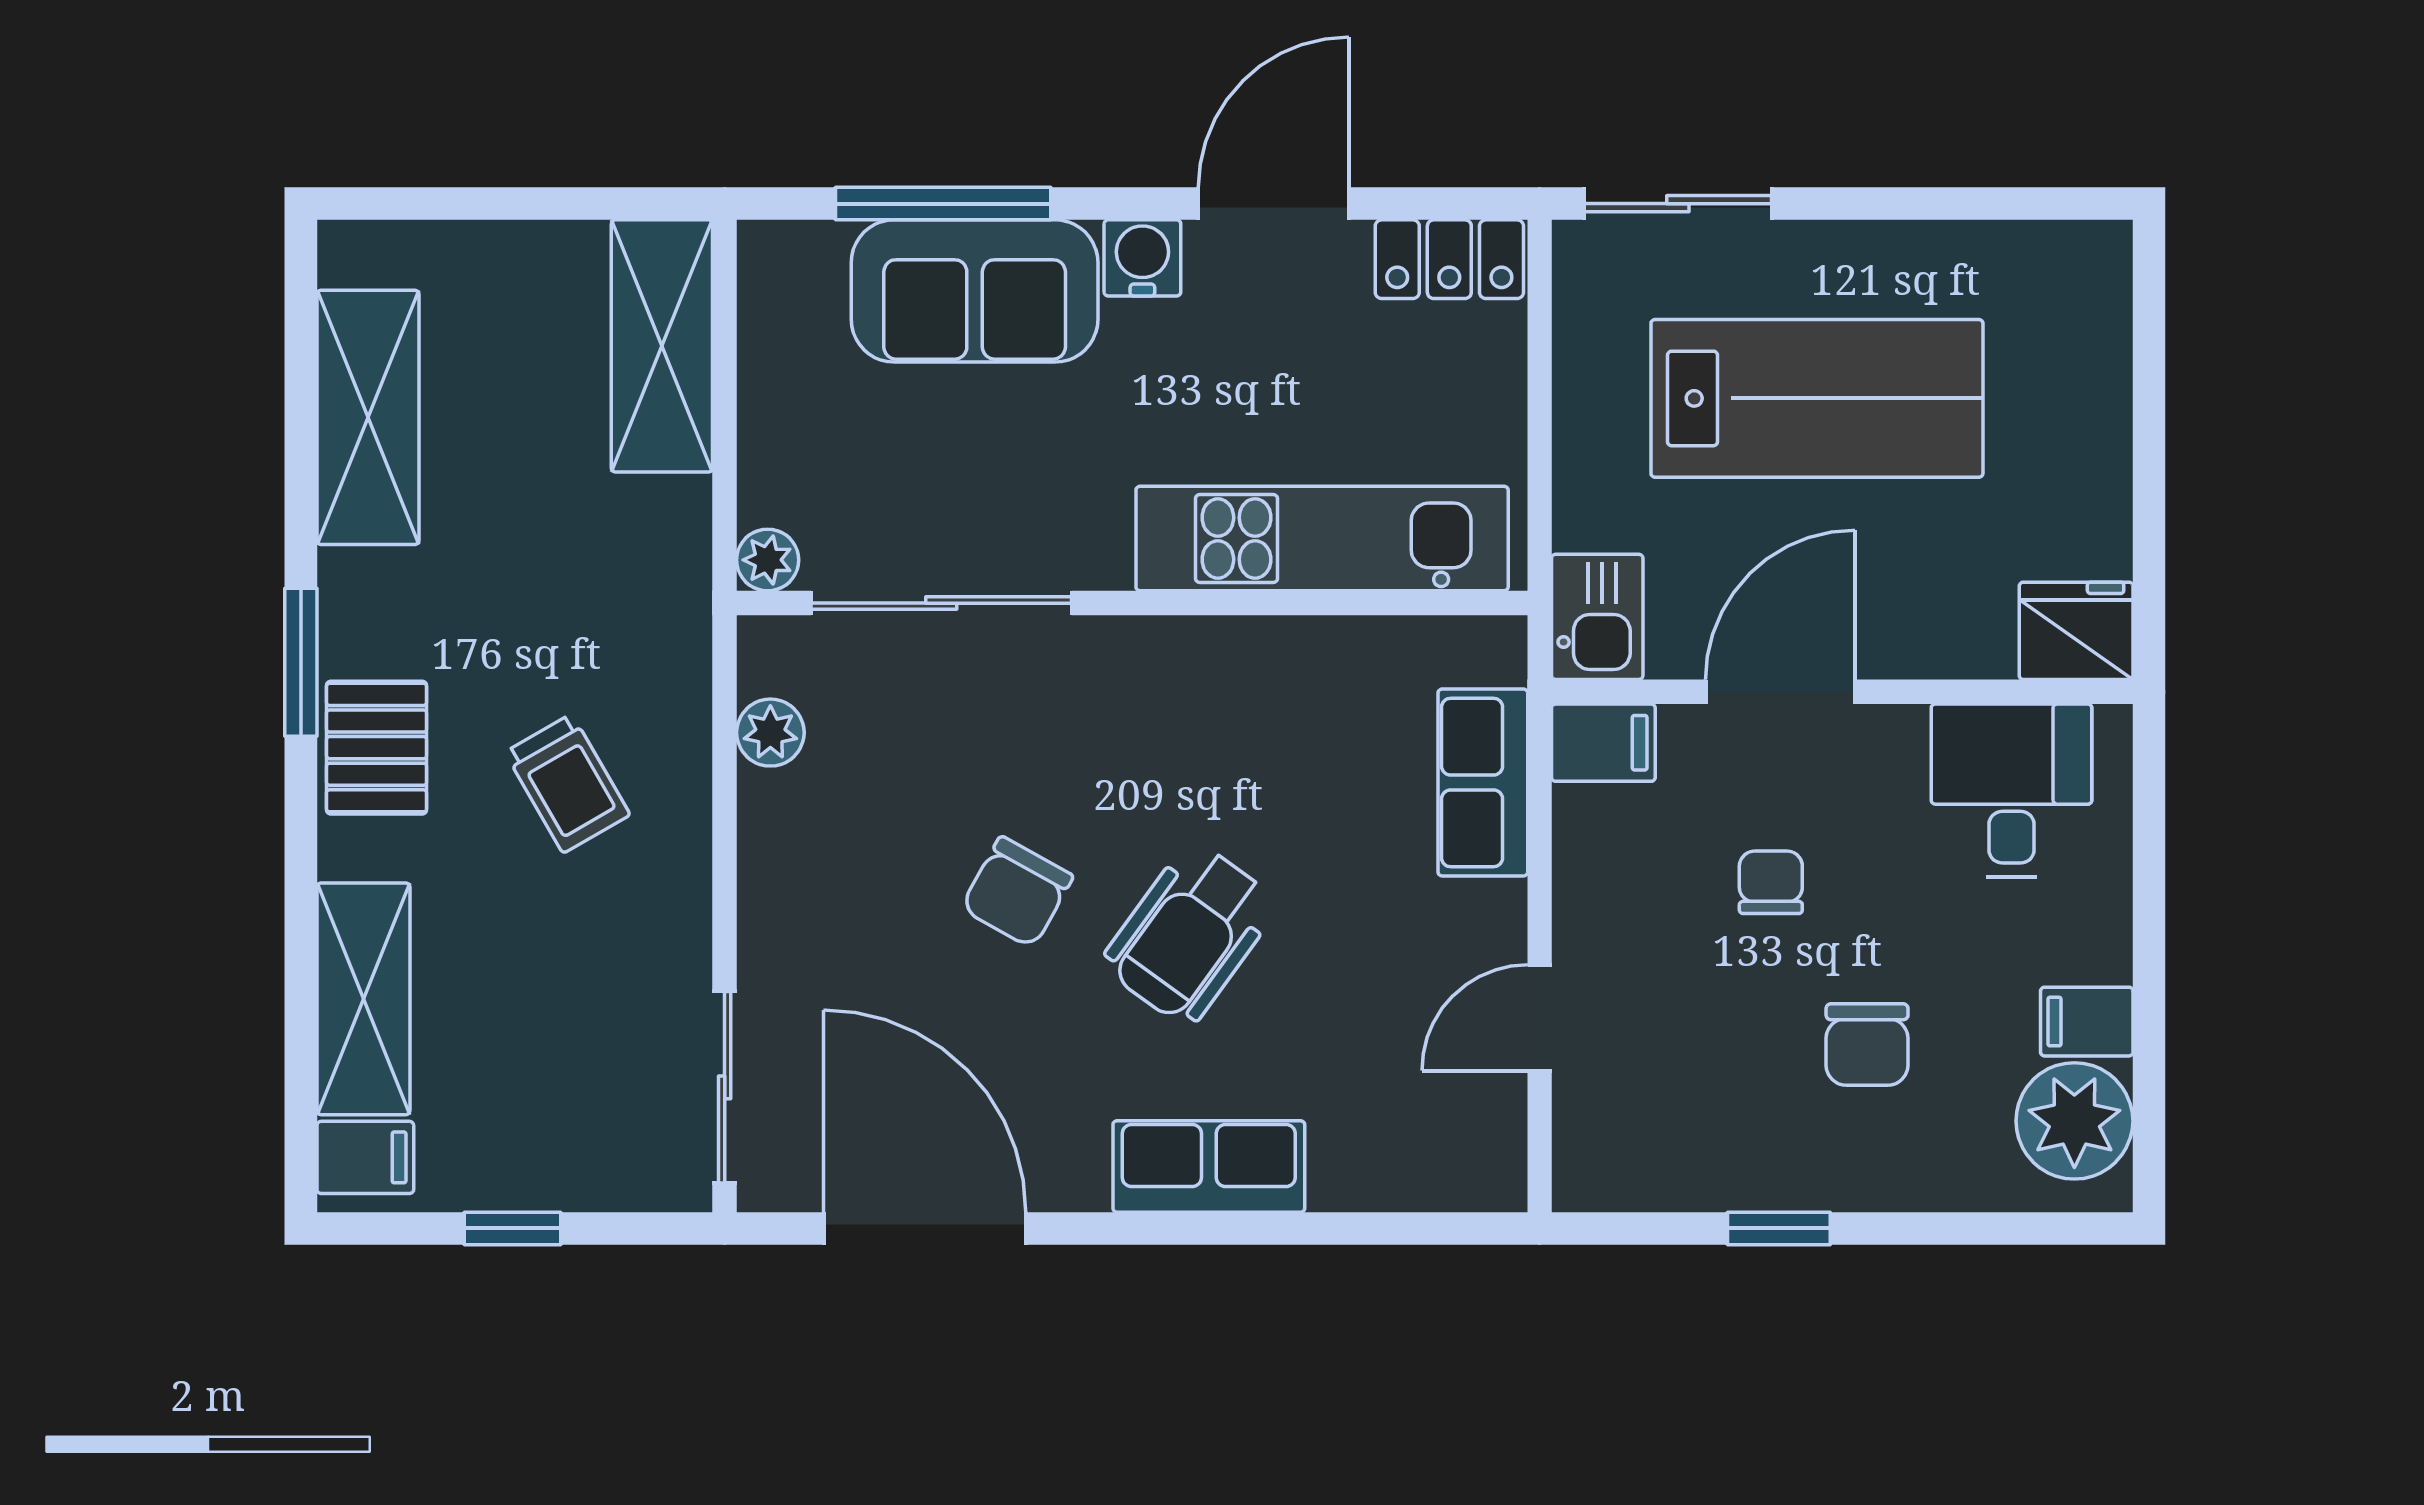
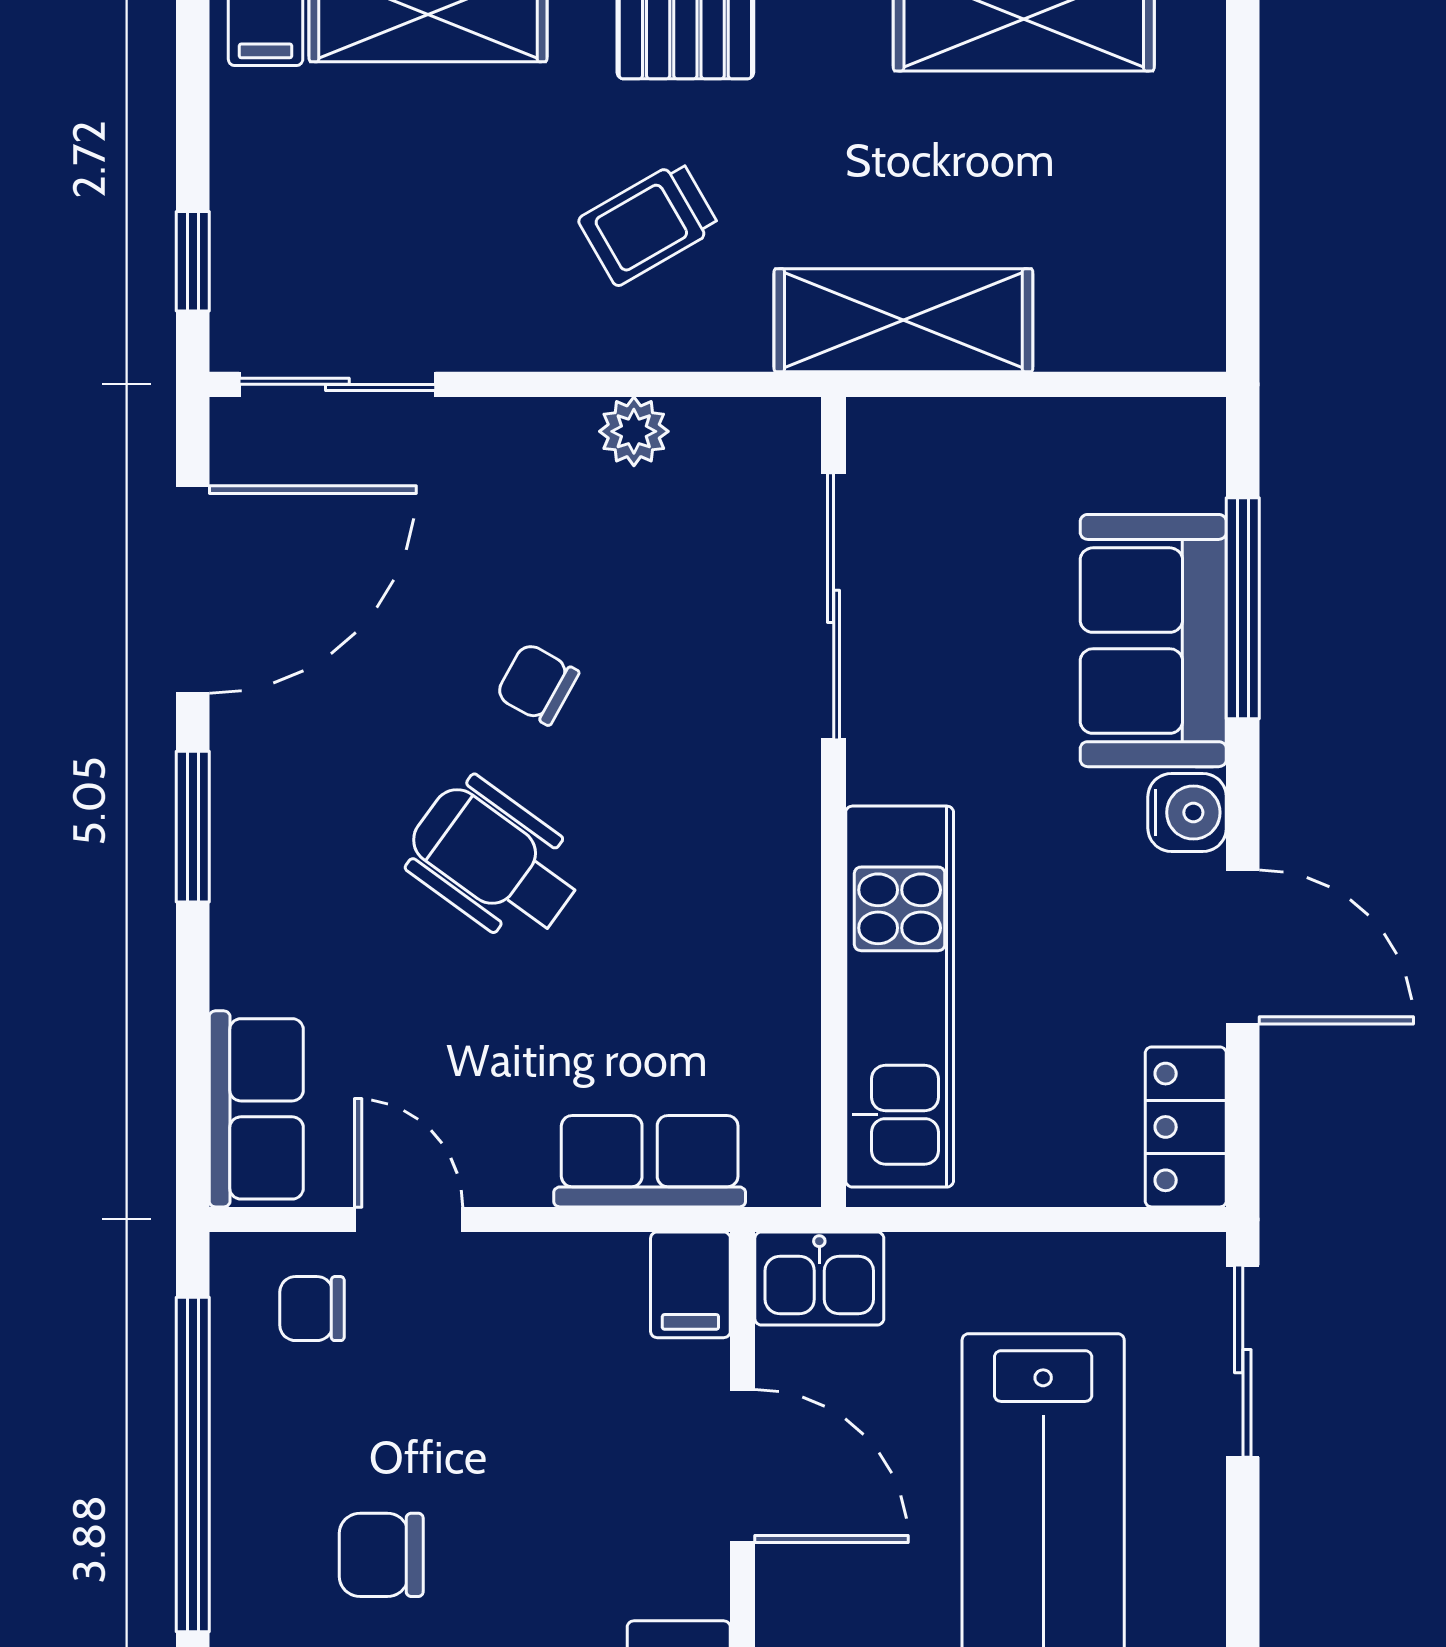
shelving: (662, 346) -> (903, 320), moved
plant: (768, 560) -> (878, 428), removed
plant: (770, 733) -> (634, 431), moved
chair: (1771, 882) -> (312, 1309), moved, turned 180
chair: (1017, 892) -> (537, 684), width x0.73, depth x0.73
row of seats: (1209, 1166) -> (256, 1109), moved
window: (512, 1228) -> (193, 261), moved
window: (1156, 1228) -> (193, 827), added
window: (1779, 1228) -> (193, 1464), width x3.17

